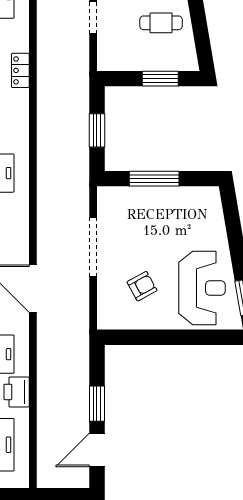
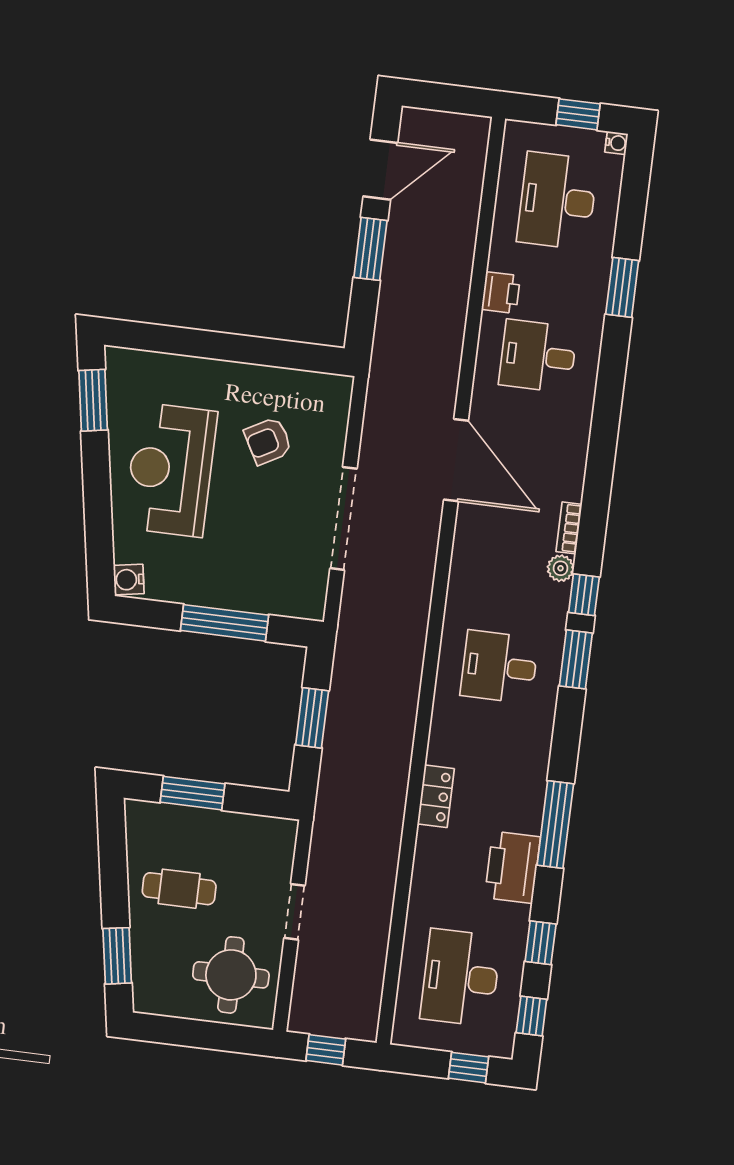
locker: (20, 70) -> (436, 796), moved
water cooler: (212, 197) -> (129, 580), added
reception desk: (202, 288) -> (171, 470), moved
printer: (17, 392) -> (501, 293), width x0.73, depth x0.81

